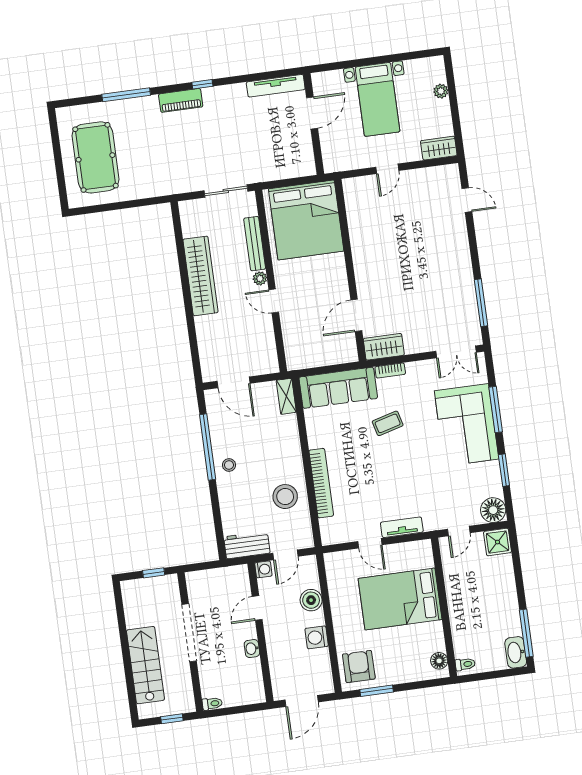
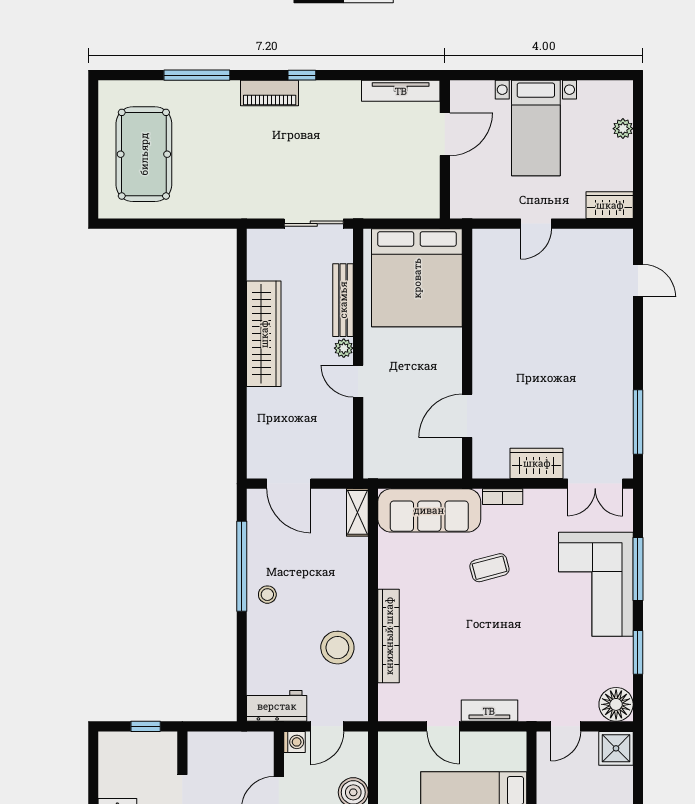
wardrobe: (384, 347) -> (537, 463), moved

